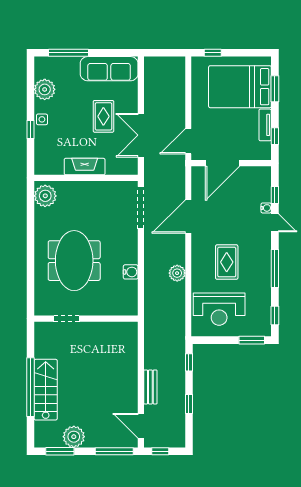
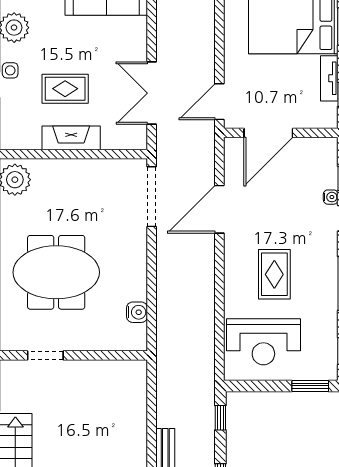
rug: (103, 116) -> (65, 89), moved, turned 90
meeting table: (74, 261) -> (56, 272), turned 90
water cooler: (131, 272) -> (137, 312), moved
plant: (177, 273) -> (203, 290), removed

